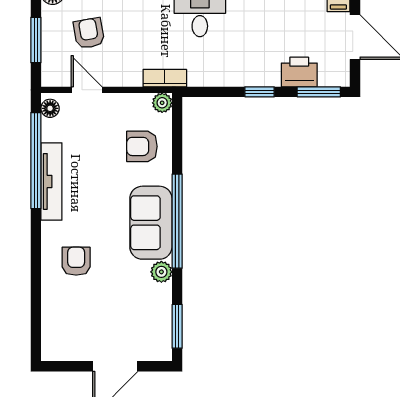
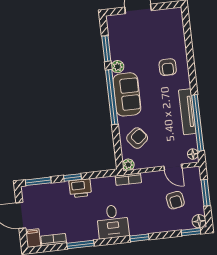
printer: (299, 72) -> (80, 188), moved
armchair: (142, 146) -> (137, 138), turned -39
window: (177, 326) -> (106, 49), moved

